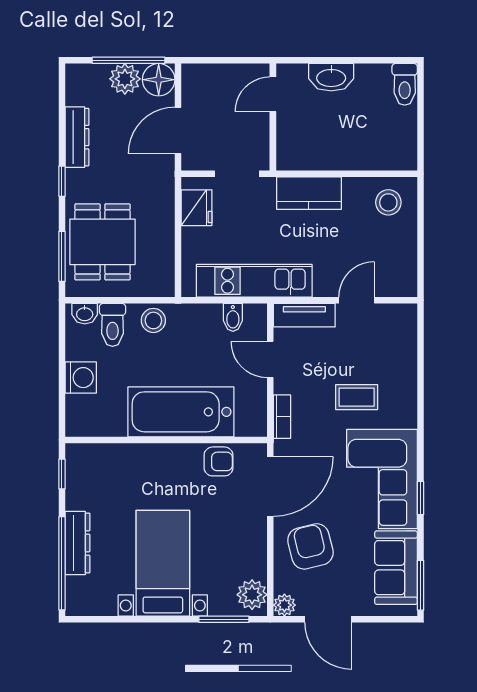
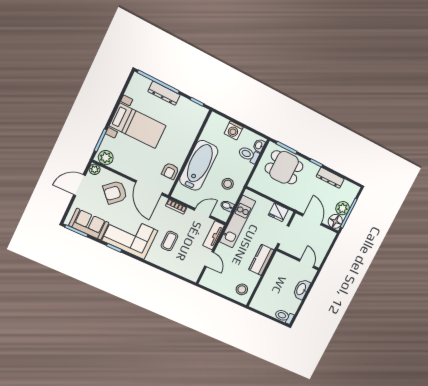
stool: (153, 320) -> (228, 184), moved
armchair: (310, 546) -> (115, 192), turned 152

